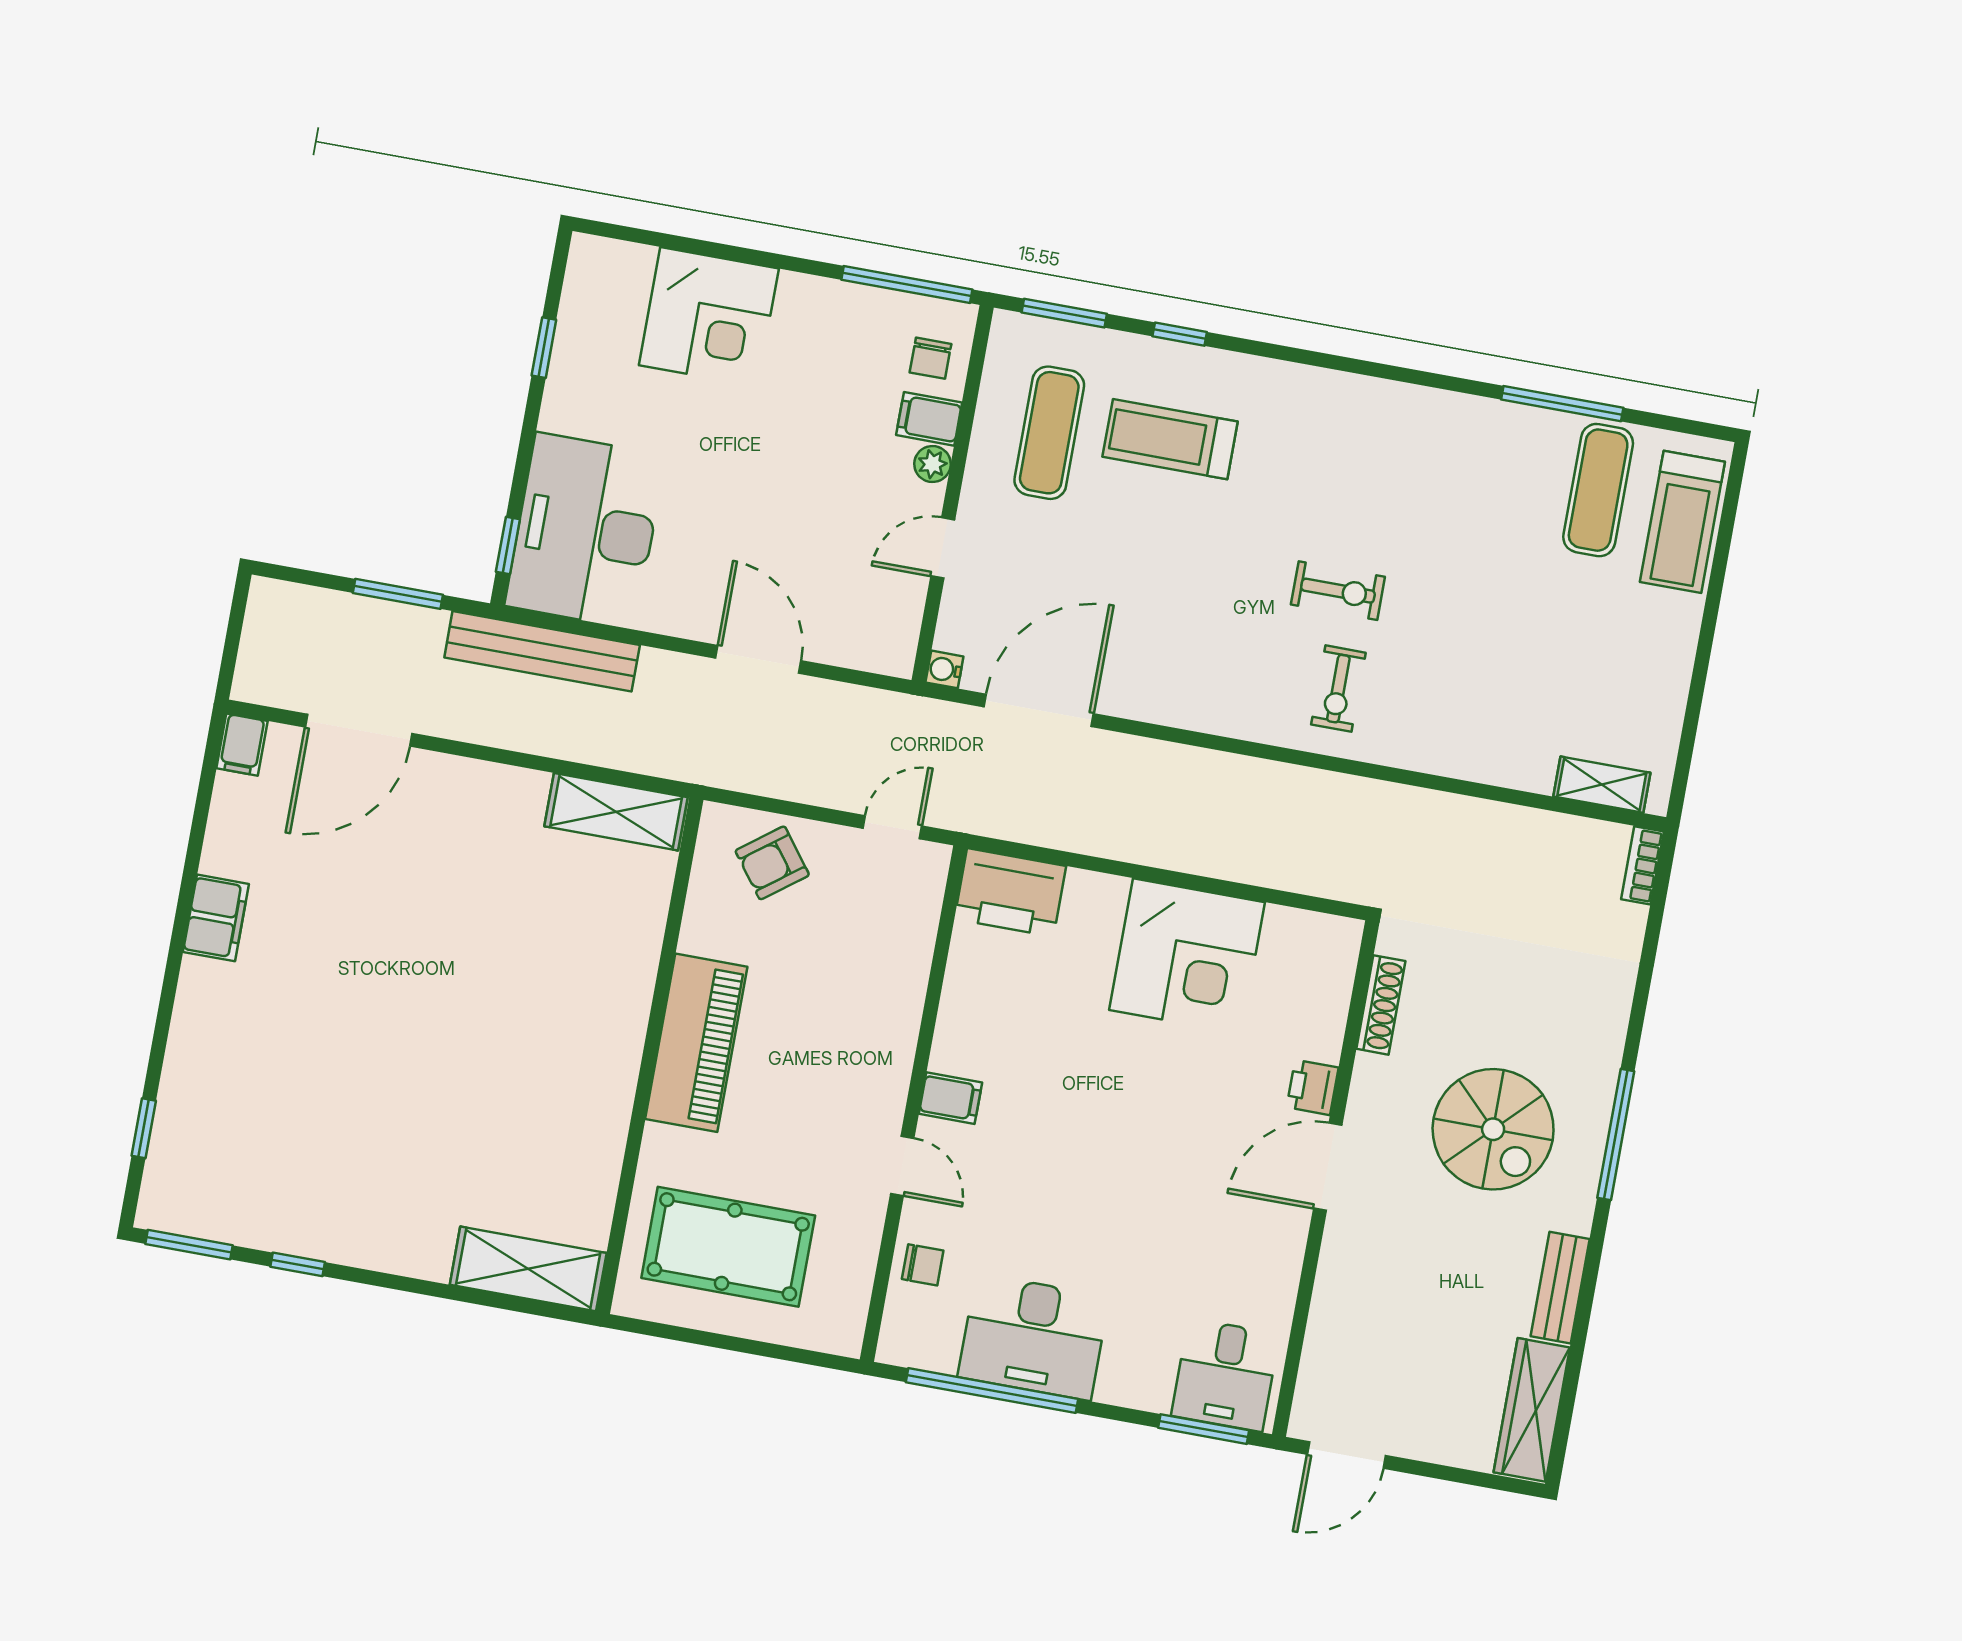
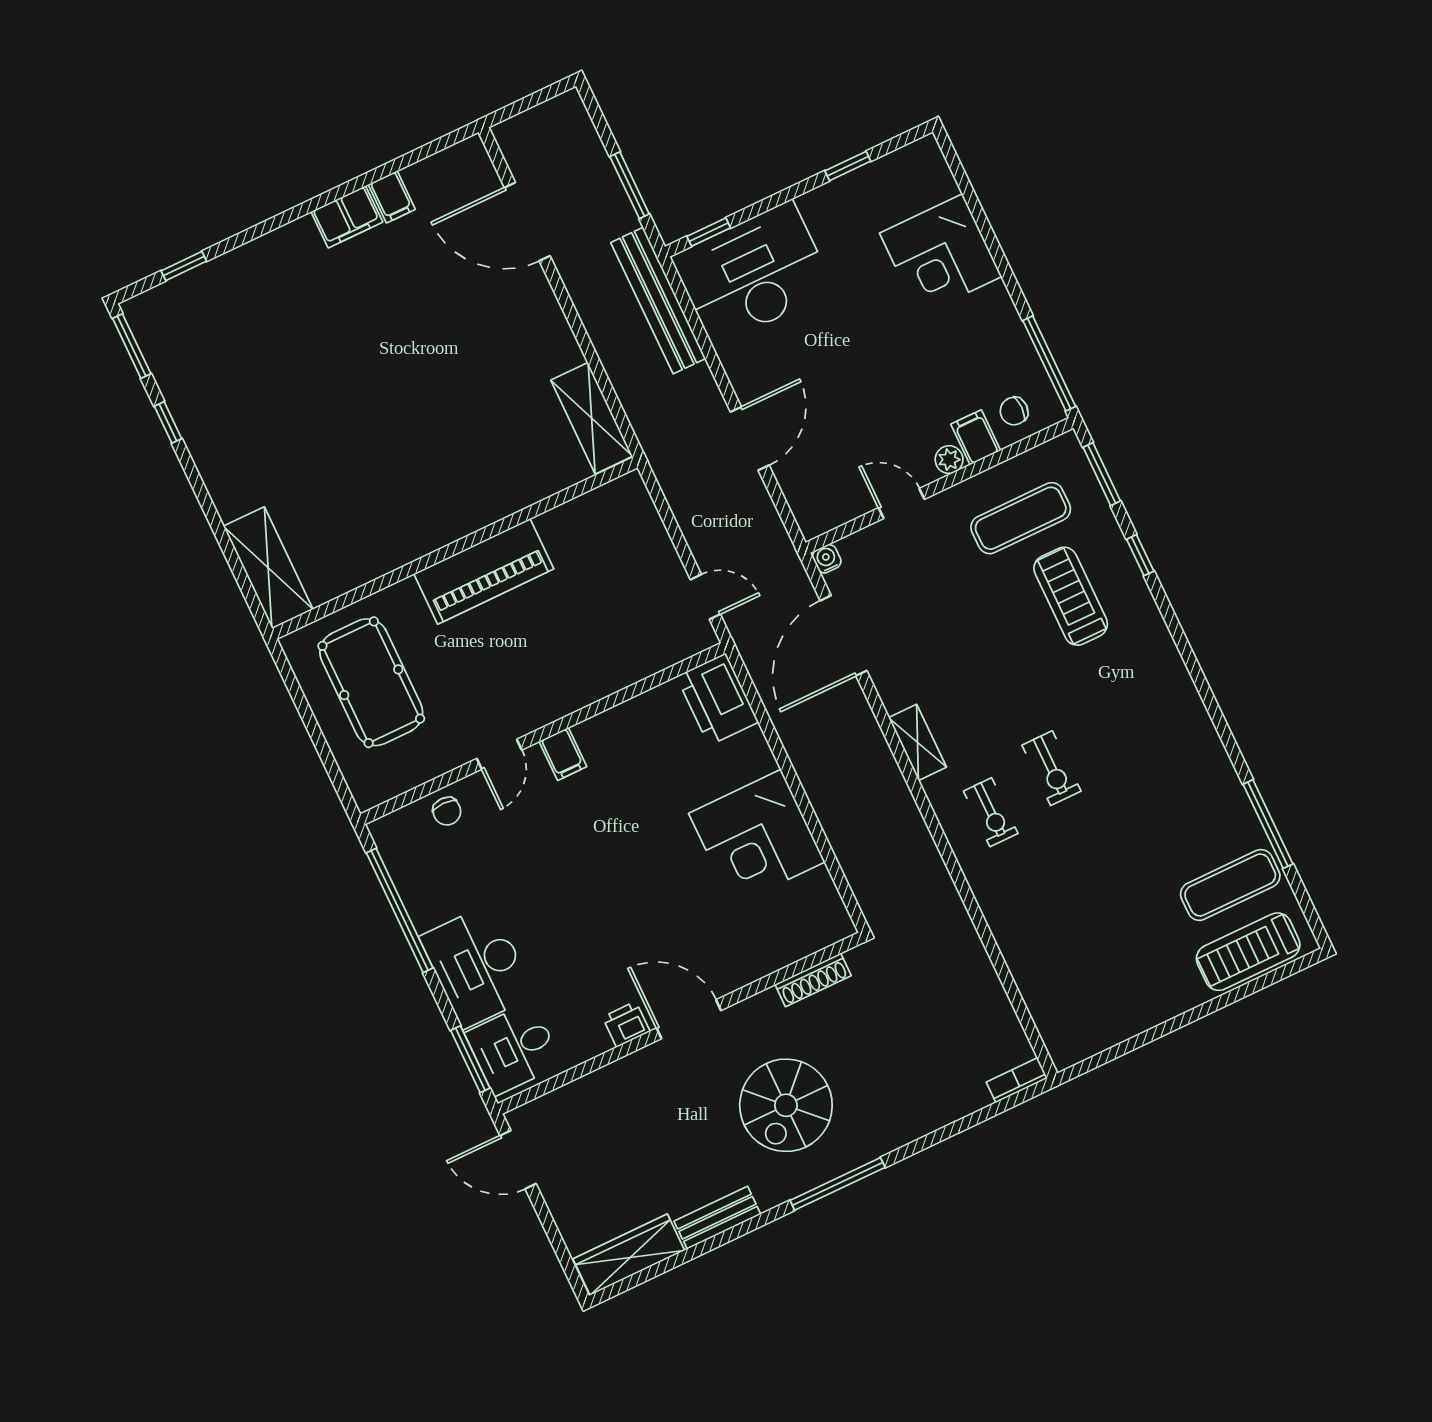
exercise bike: (1338, 689) -> (991, 812), turned -90
door: (1039, 710) -> (843, 636), swing flipped
filing cabinet: (242, 745) -> (392, 197), moved, turned -90
shelving: (1602, 785) -> (917, 742), moved
armchair: (772, 863) -> (630, 538), removed
printer: (1313, 1087) -> (626, 1024), moved
desk: (1033, 1337) -> (477, 966), moved

